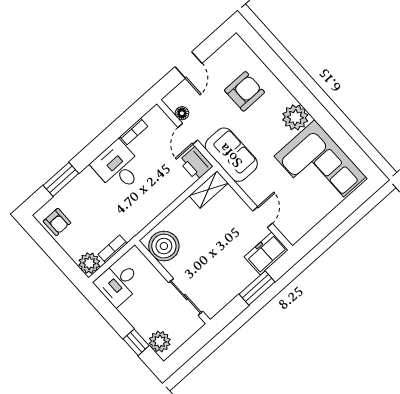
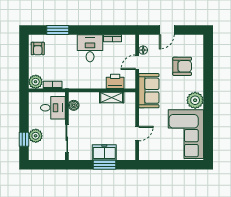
printer: (196, 164) -> (115, 81), moved, turned 90
shelving: (209, 189) -> (112, 98), moved
boiler: (164, 246) -> (74, 105), width x0.54, depth x0.54
freezer: (266, 253) -> (104, 152), moved
desk: (118, 283) -> (53, 108), moved, turned 180
plant: (160, 341) -> (36, 136), moved

